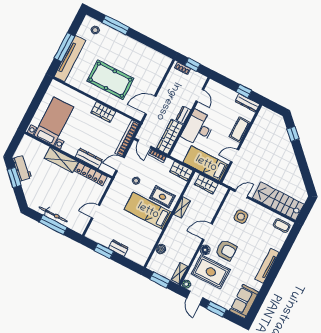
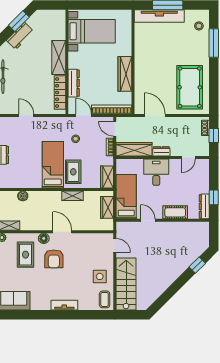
pool table: (110, 80) -> (190, 87), moved
wardrobe: (103, 112) -> (125, 74), width x1.50
desk: (198, 128) -> (156, 172), width x0.73
door: (144, 144) -> (115, 129), hinge flipped
workbench: (22, 168) -> (20, 36), moved
side table: (241, 217) -> (100, 276), moved
tv unit: (267, 266) -> (64, 305), width x0.71
rug: (211, 272) -> (26, 255), width x0.73, depth x0.70

